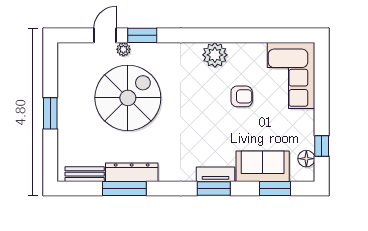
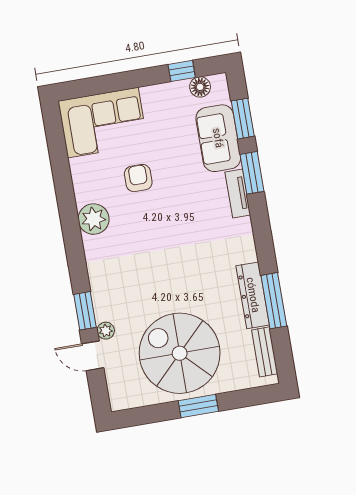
spiral stairs: (128, 98) -> (180, 353), moved
window: (214, 189) -> (252, 173), moved

